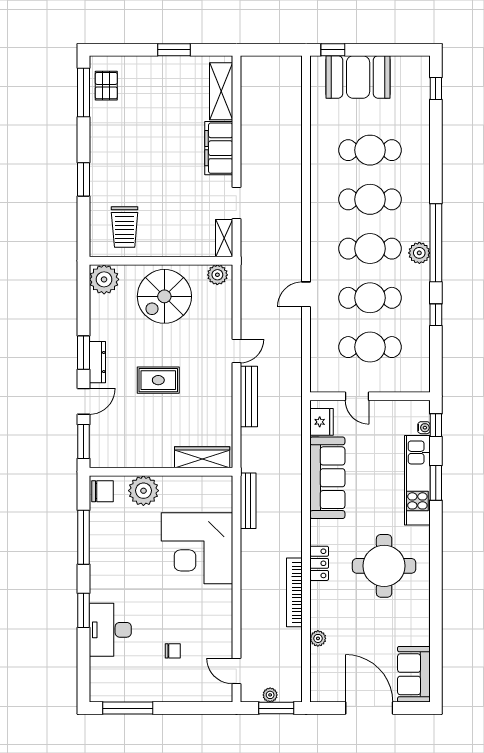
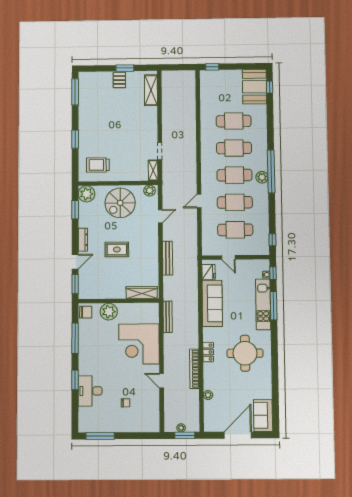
booth: (358, 77) -> (254, 87), moved, turned 90
pallet: (106, 86) -> (119, 80), moved
filing cabinet: (219, 148) -> (150, 121), removed
trolley: (125, 227) -> (98, 165), turned 90
window: (436, 315) -> (272, 240), moved
door: (236, 351) -> (160, 216), moved
window: (83, 353) -> (75, 210), moved
window: (436, 483) -> (274, 306), width x1.44
door: (236, 671) -> (162, 381), moved
door: (369, 708) -> (238, 435), hinge flipped

